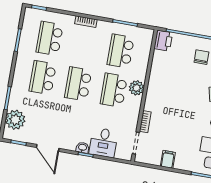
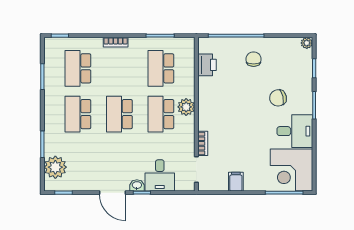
printer: (163, 41) -> (207, 65), moved
door: (48, 148) -> (112, 193), moved

